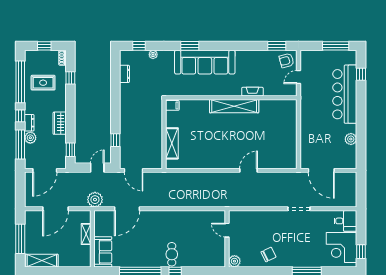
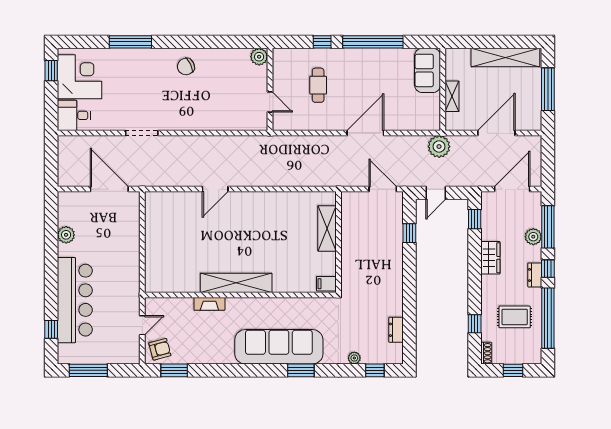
dresser: (29, 123) -> (535, 275), moved
door: (127, 209) -> (365, 133), moved
door: (227, 230) -> (270, 102), moved
wall: (227, 239) -> (270, 89), moved
cafe table: (172, 254) -> (318, 85), moved
shelving: (42, 261) -> (505, 57), width x1.47
plant: (234, 261) -> (259, 57), moved

